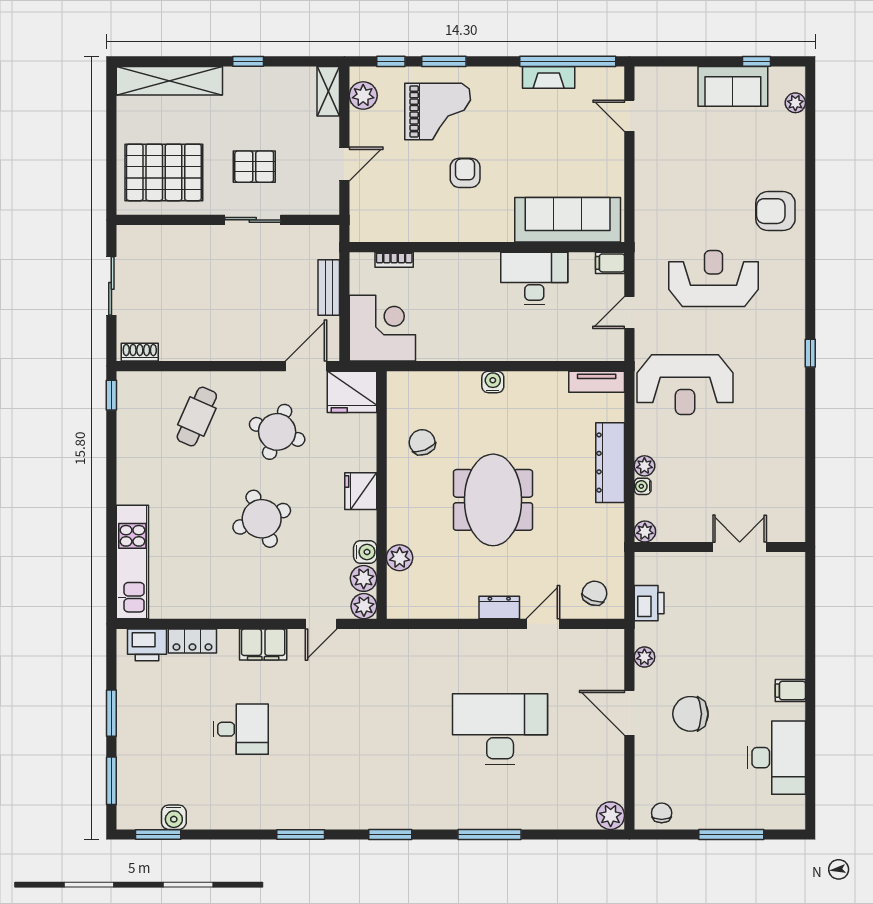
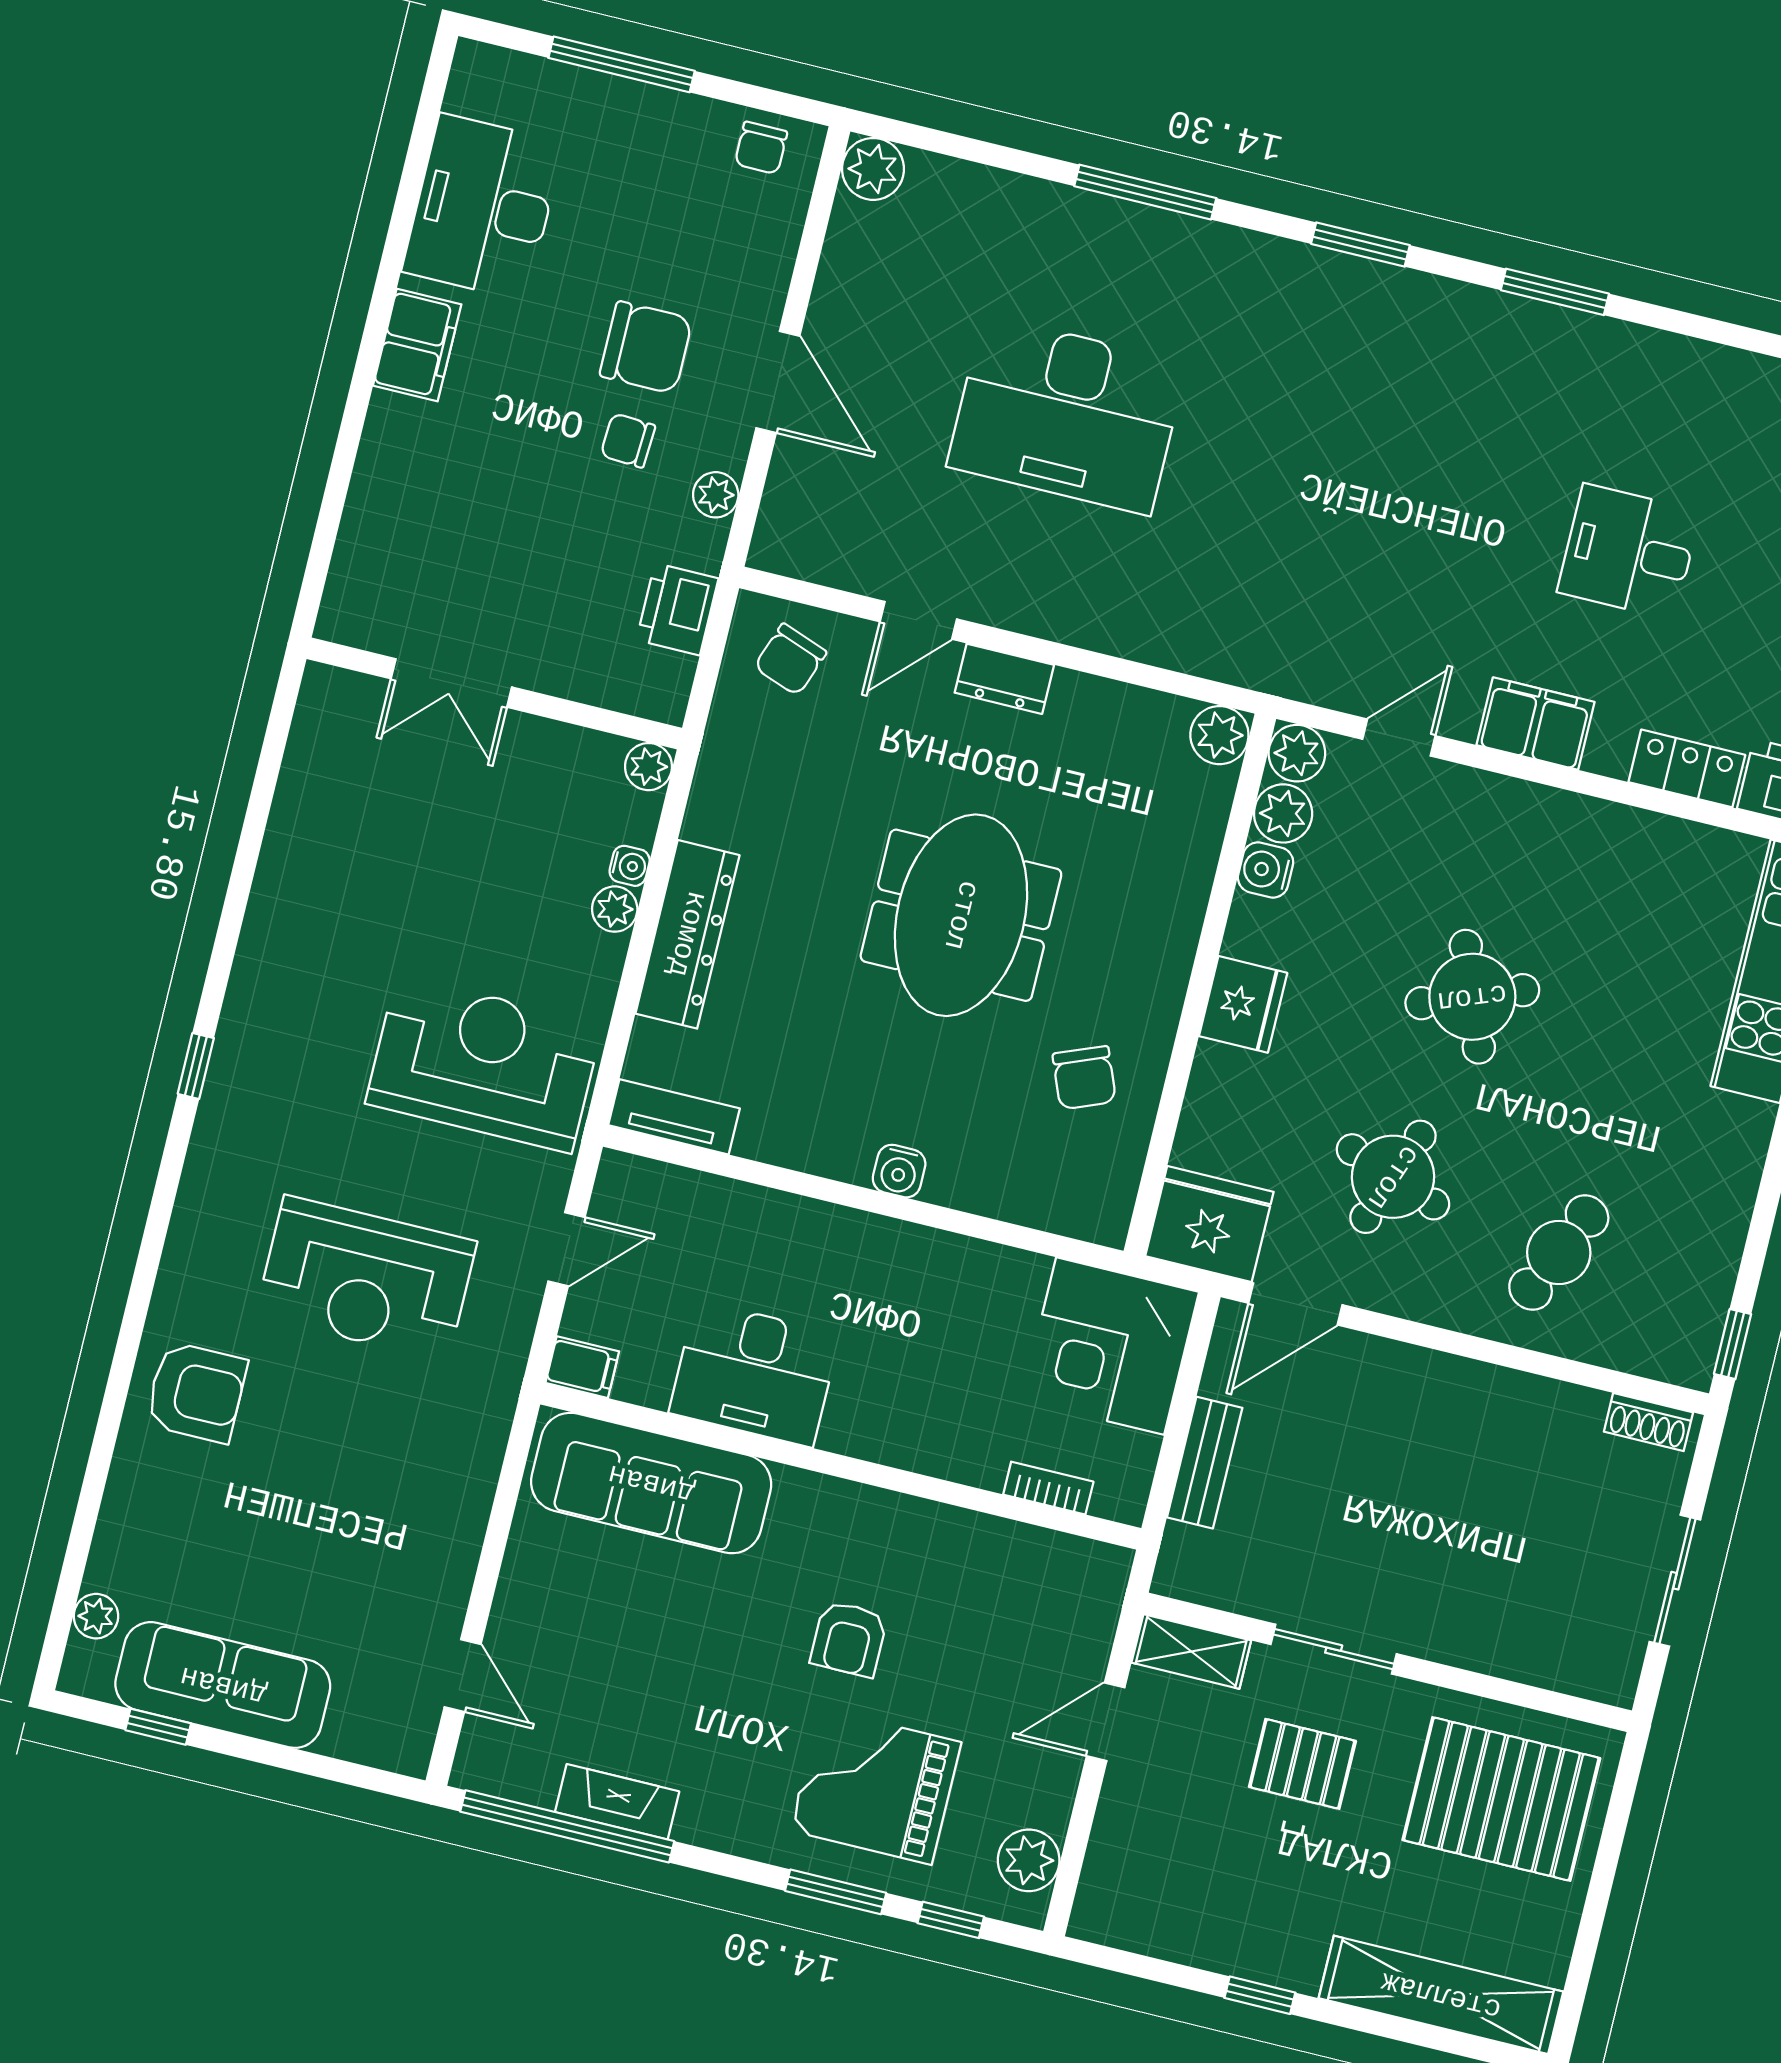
sofa: (733, 86) -> (223, 1685), width x1.36
shelving: (328, 91) -> (1191, 1651), moved, turned 90
plant: (400, 558) -> (1219, 735), moved
chair: (688, 671) -> (628, 440), added
filing cabinet: (790, 691) -> (417, 345), width x2.00

